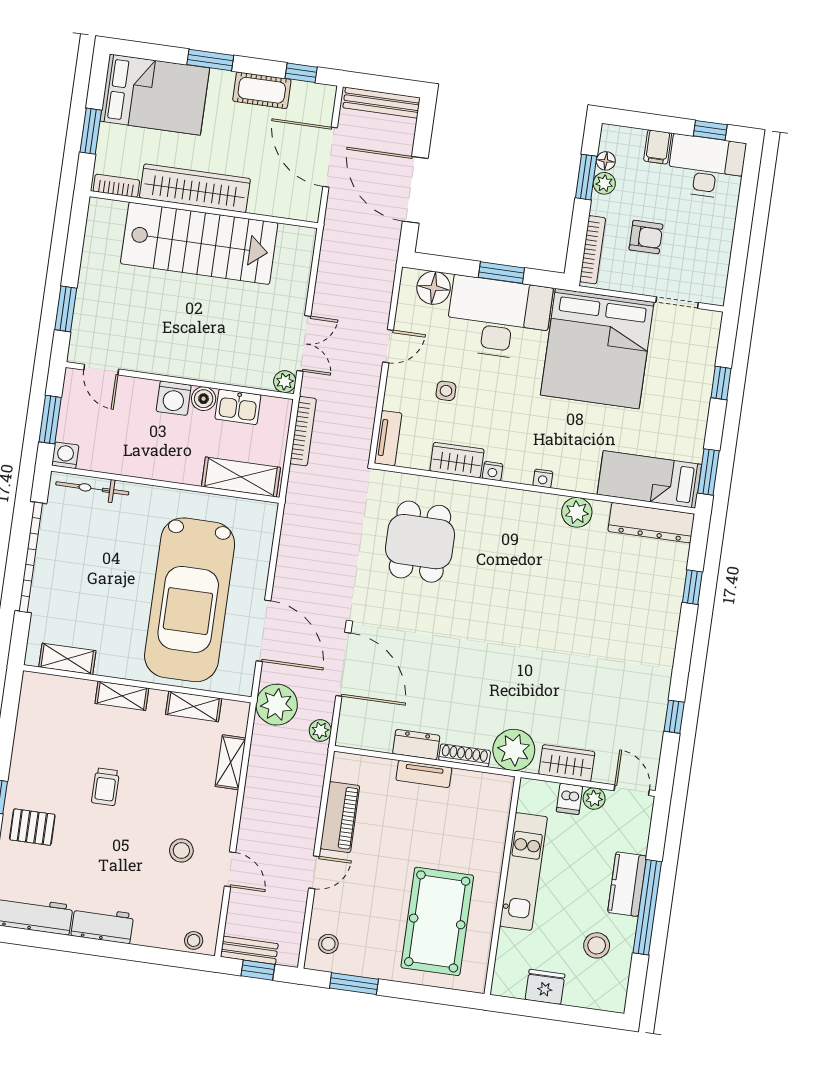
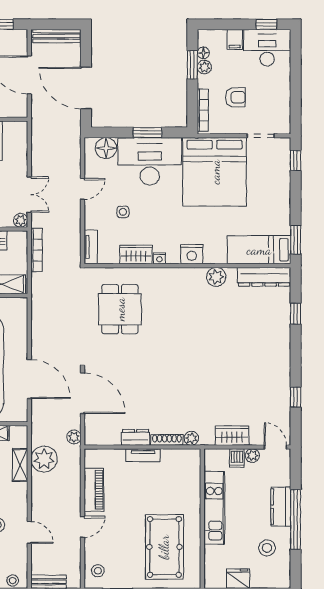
window: (721, 383) -> (296, 161), moved
nightstand: (543, 478) -> (192, 254), width x1.89, depth x1.79
plant: (277, 705) -> (44, 459), moved
plant: (514, 750) -> (191, 438), width x0.53, depth x0.53

